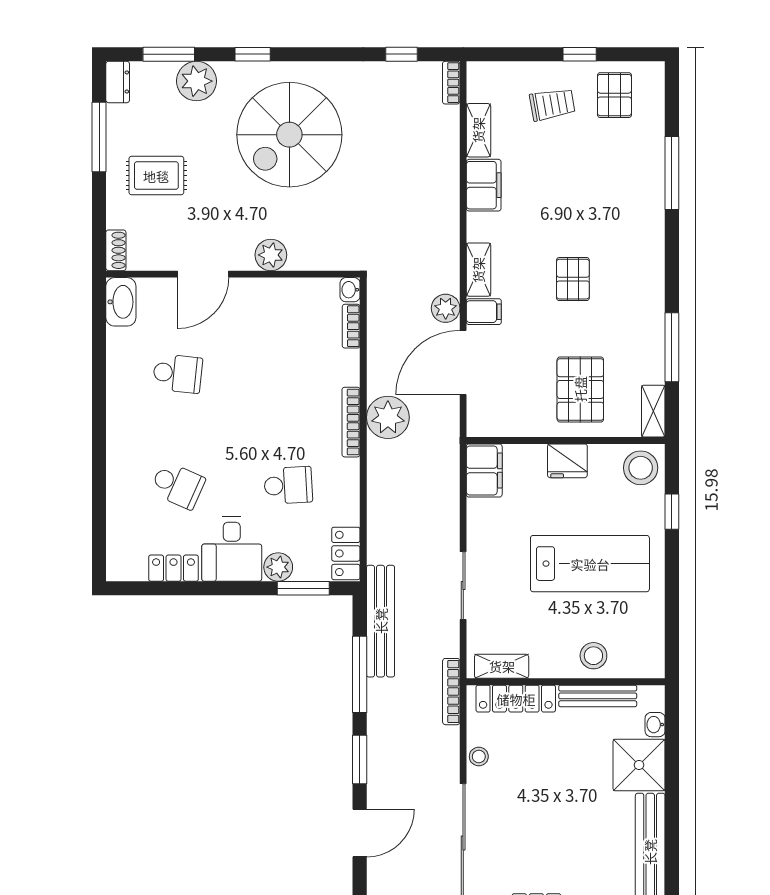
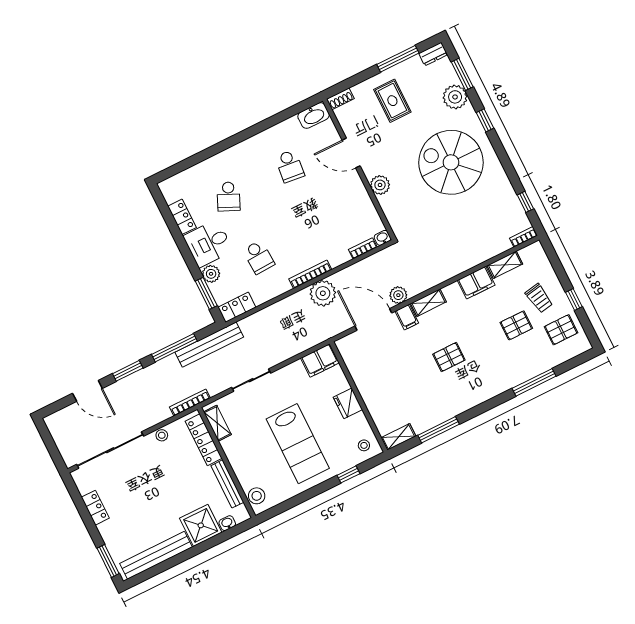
pallet: (580, 389) -> (516, 325), moved, width x0.67, depth x0.71
stool: (641, 468) -> (364, 445), width x0.53, depth x0.53
stool: (593, 656) -> (257, 496), moved

